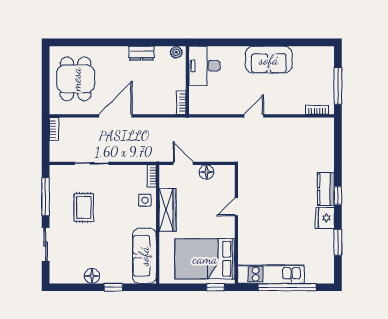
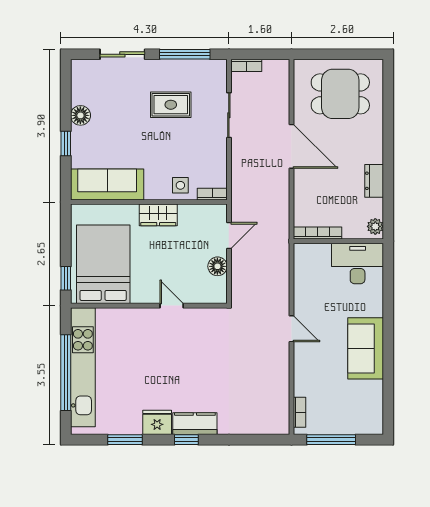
bookcase: (181, 103) -> (318, 233), width x1.56
bookcase: (54, 129) -> (246, 65), moved
wardrobe: (167, 210) -> (158, 215), width x0.67
kitchen unit: (271, 274) -> (83, 367), width x1.36

